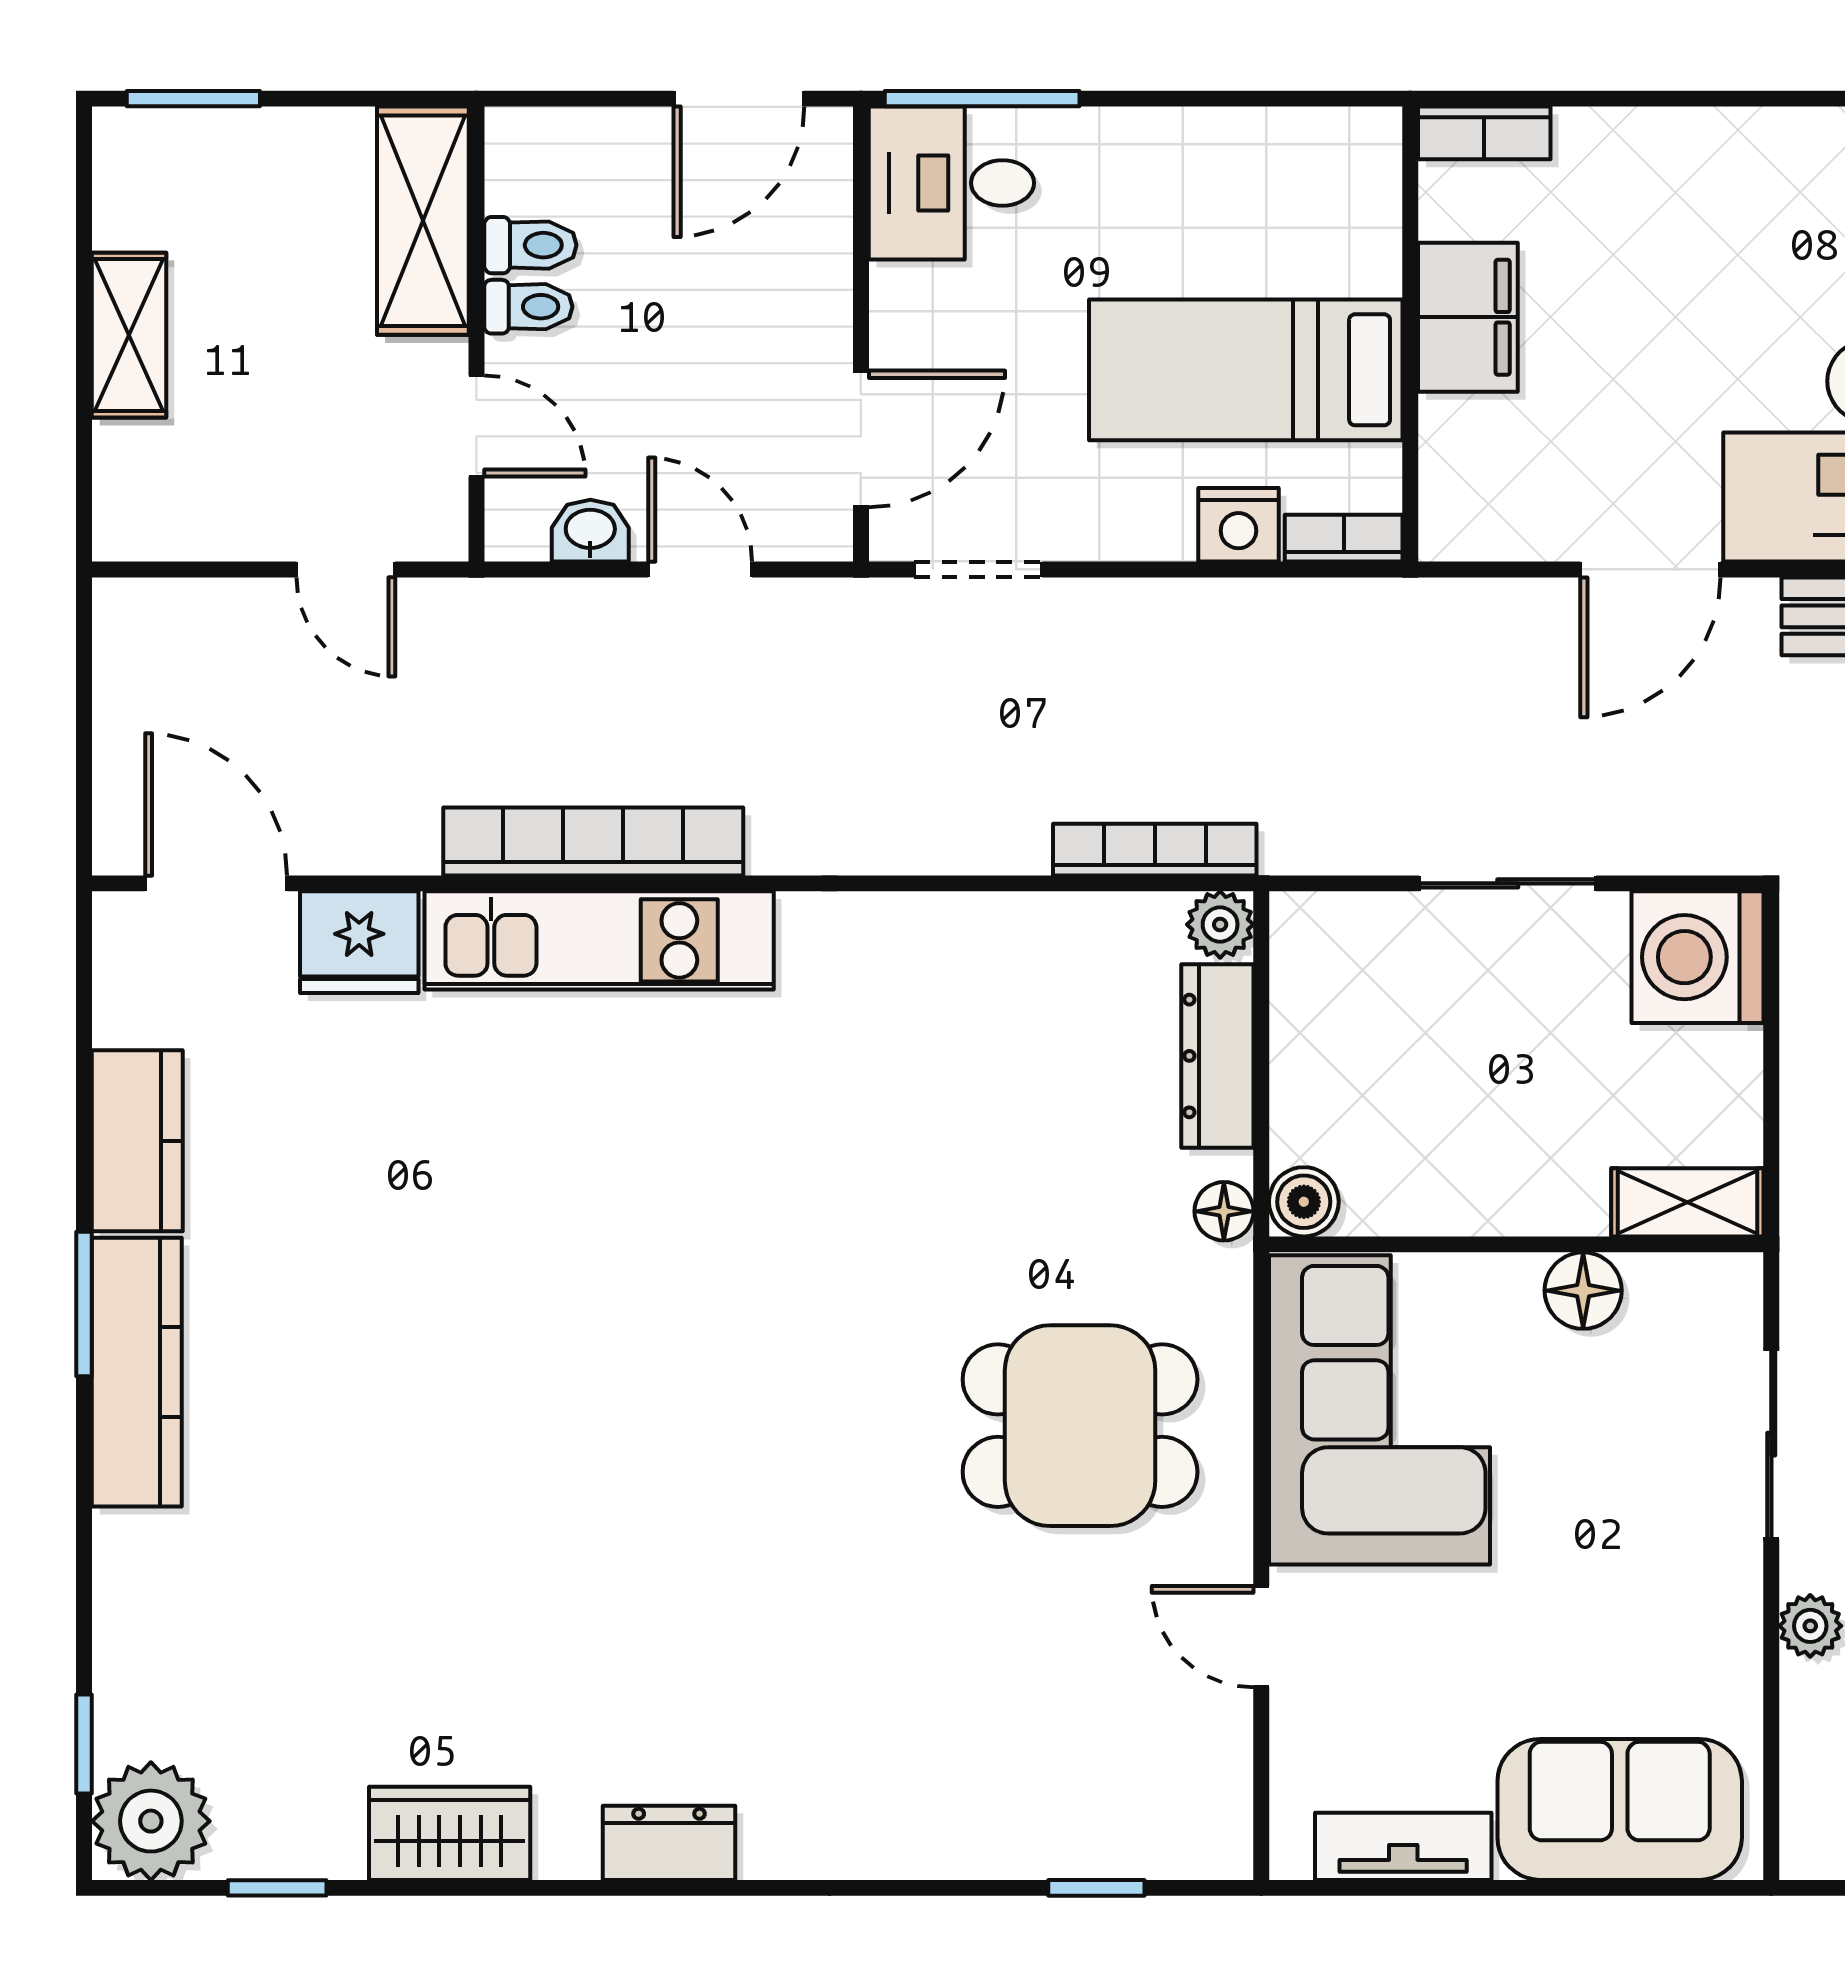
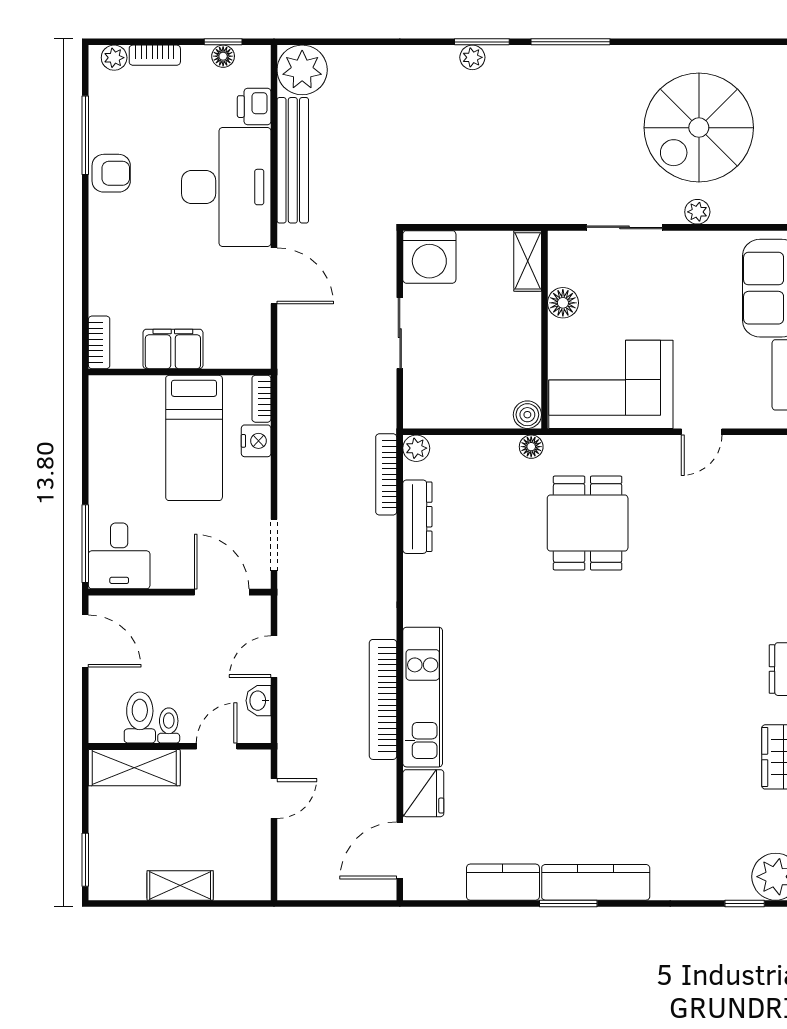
toilet: (530, 245) -> (140, 717), width x1.37, depth x1.39
dresser: (1217, 1056) -> (417, 517), moved, turned -90
dining table: (1080, 1426) -> (588, 523), moved

